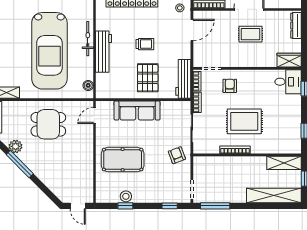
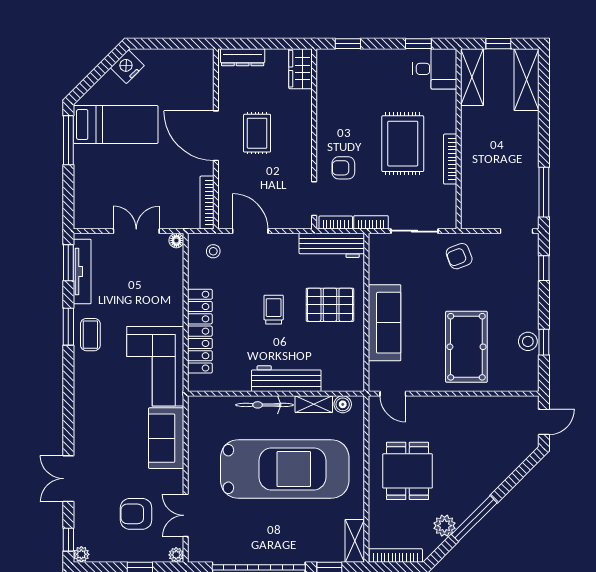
shelving: (88, 68) -> (314, 404), added
desk: (288, 82) -> (435, 69), moved, turned 90
shelving: (274, 196) -> (526, 80), width x0.68

